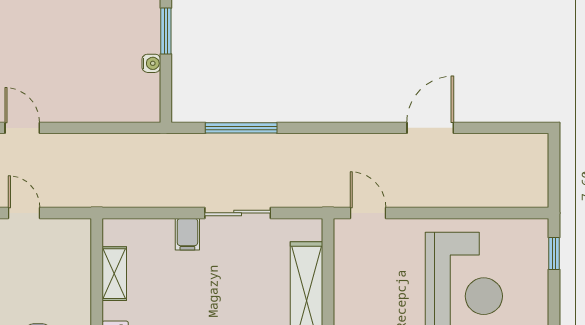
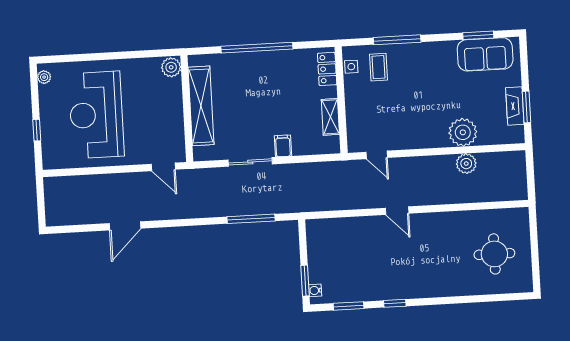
water cooler: (151, 63) -> (315, 290), moved
door: (24, 213) -> (377, 155), moved
window: (554, 254) -> (37, 130), moved

